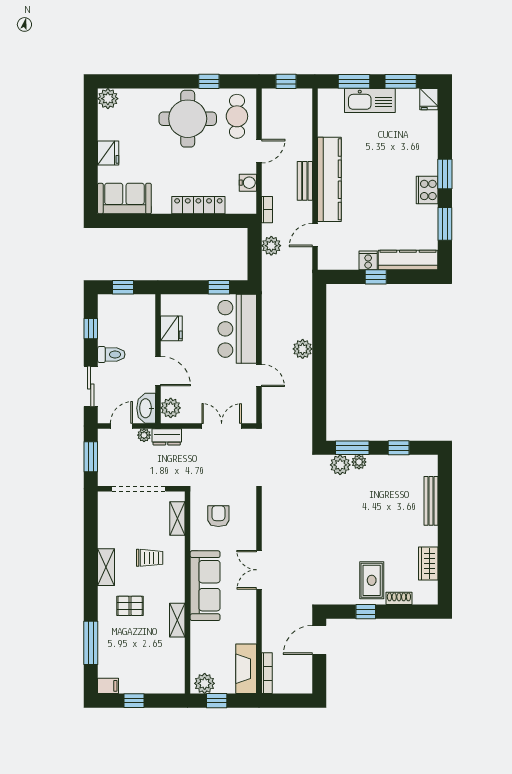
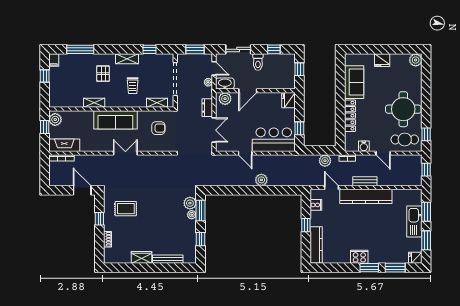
window: (209, 81) -> (426, 134), moved
sofa: (124, 199) -> (354, 82), moved
window: (445, 224) -> (395, 268), moved
cooker: (368, 260) -> (316, 205), moved
fridge: (171, 328) -> (288, 100), moved, turned 90
door: (259, 375) -> (245, 153), hinge flipped
dresser: (167, 437) -> (207, 108), moved
window: (91, 530) -> (150, 49), added
wardrobe: (428, 563) -> (142, 257), moved
rug: (372, 580) -> (126, 209), moved

